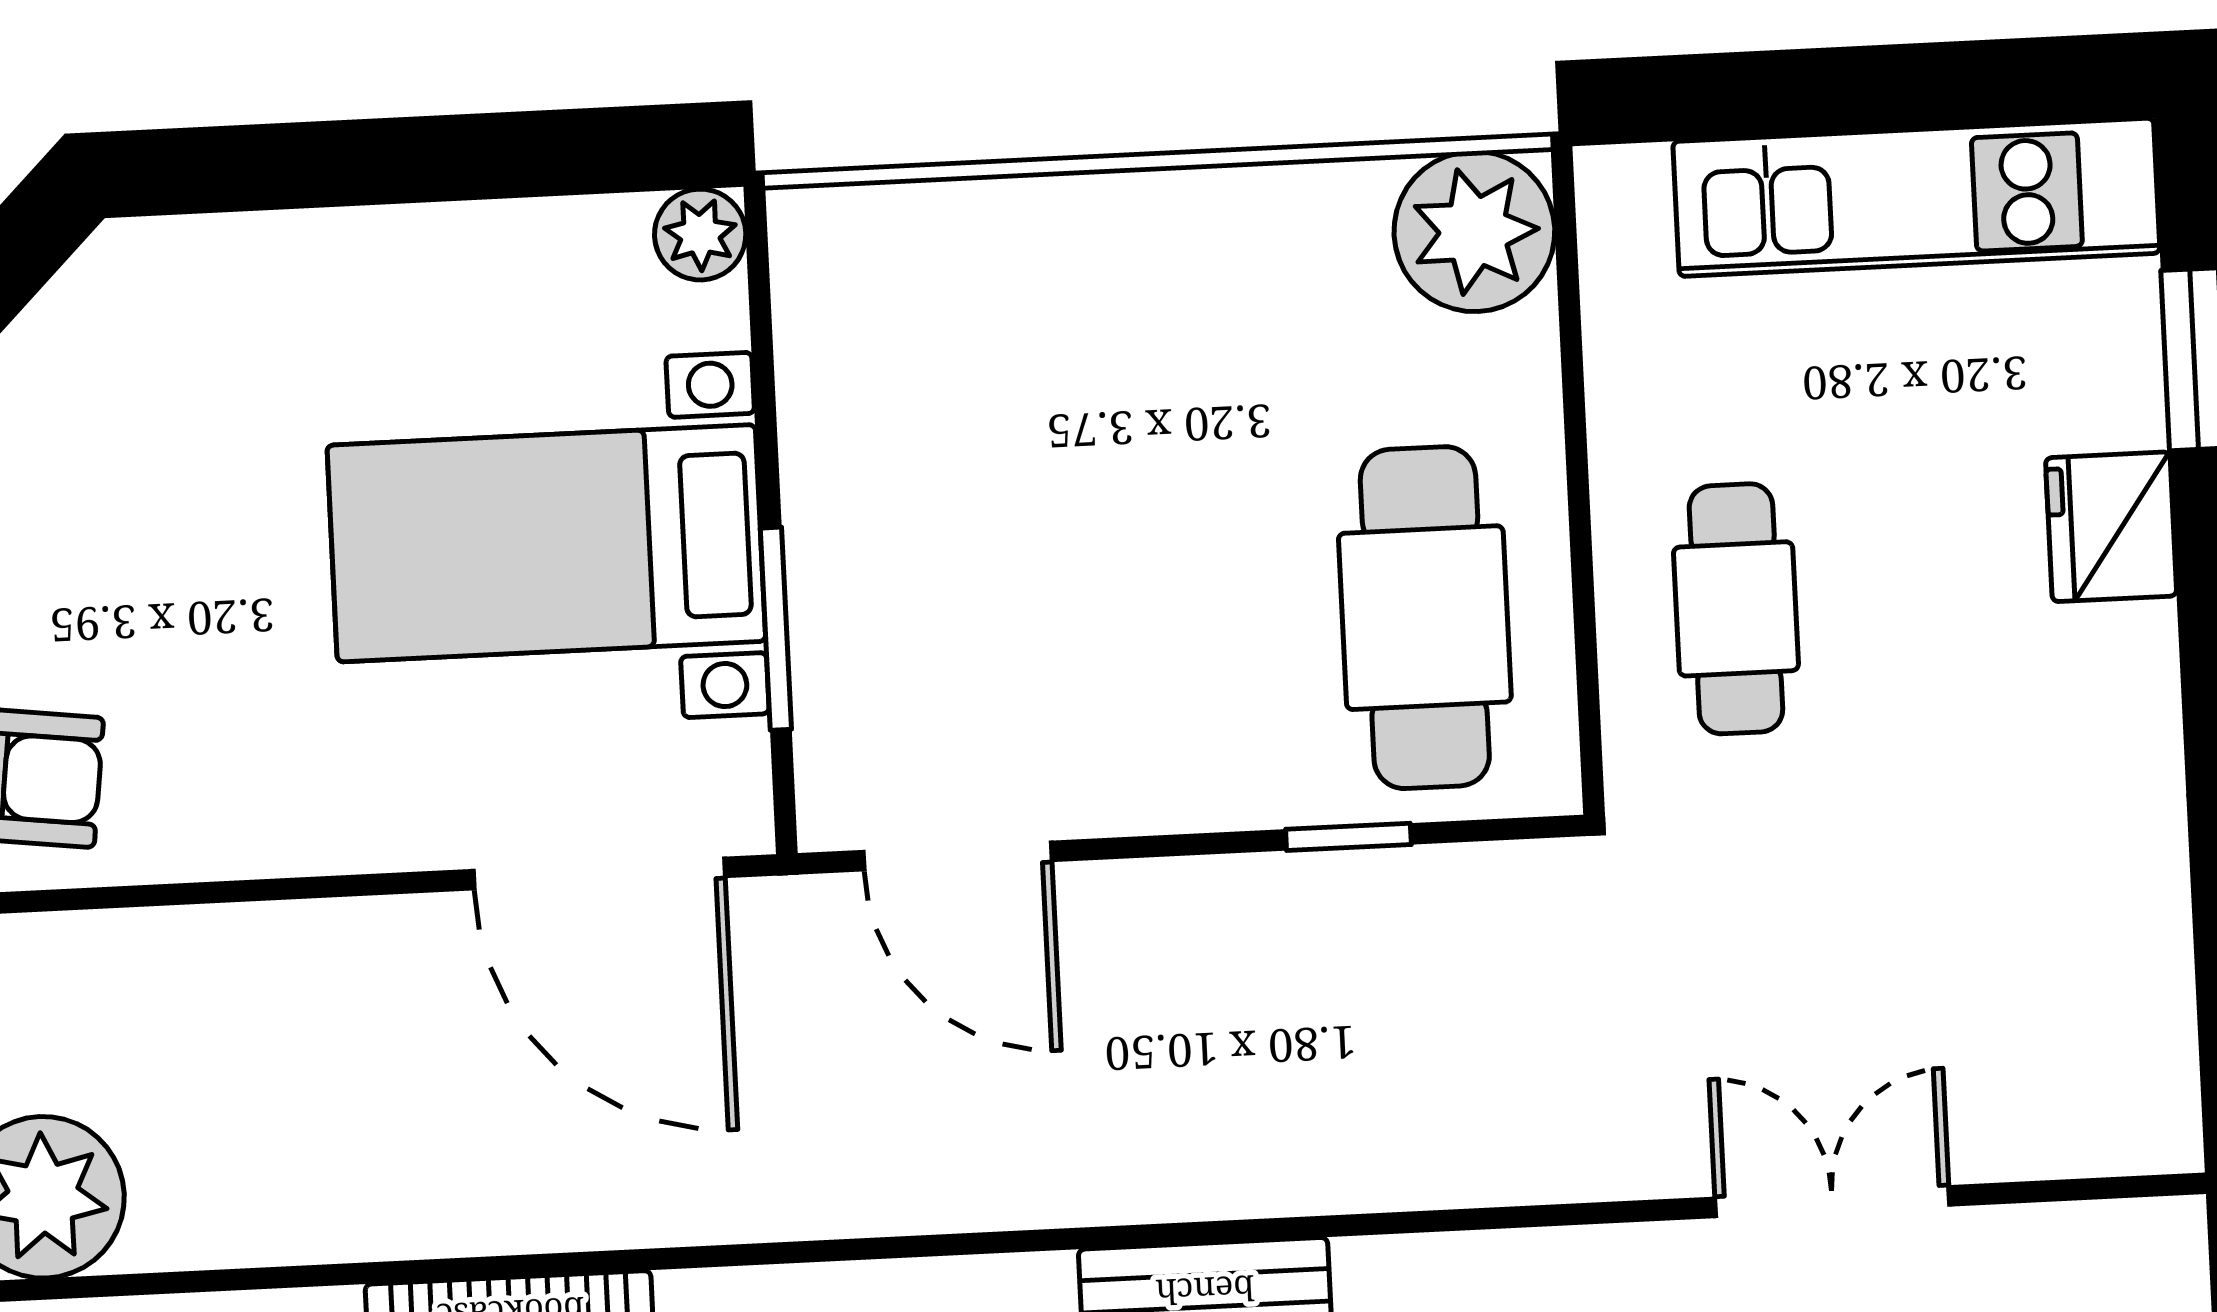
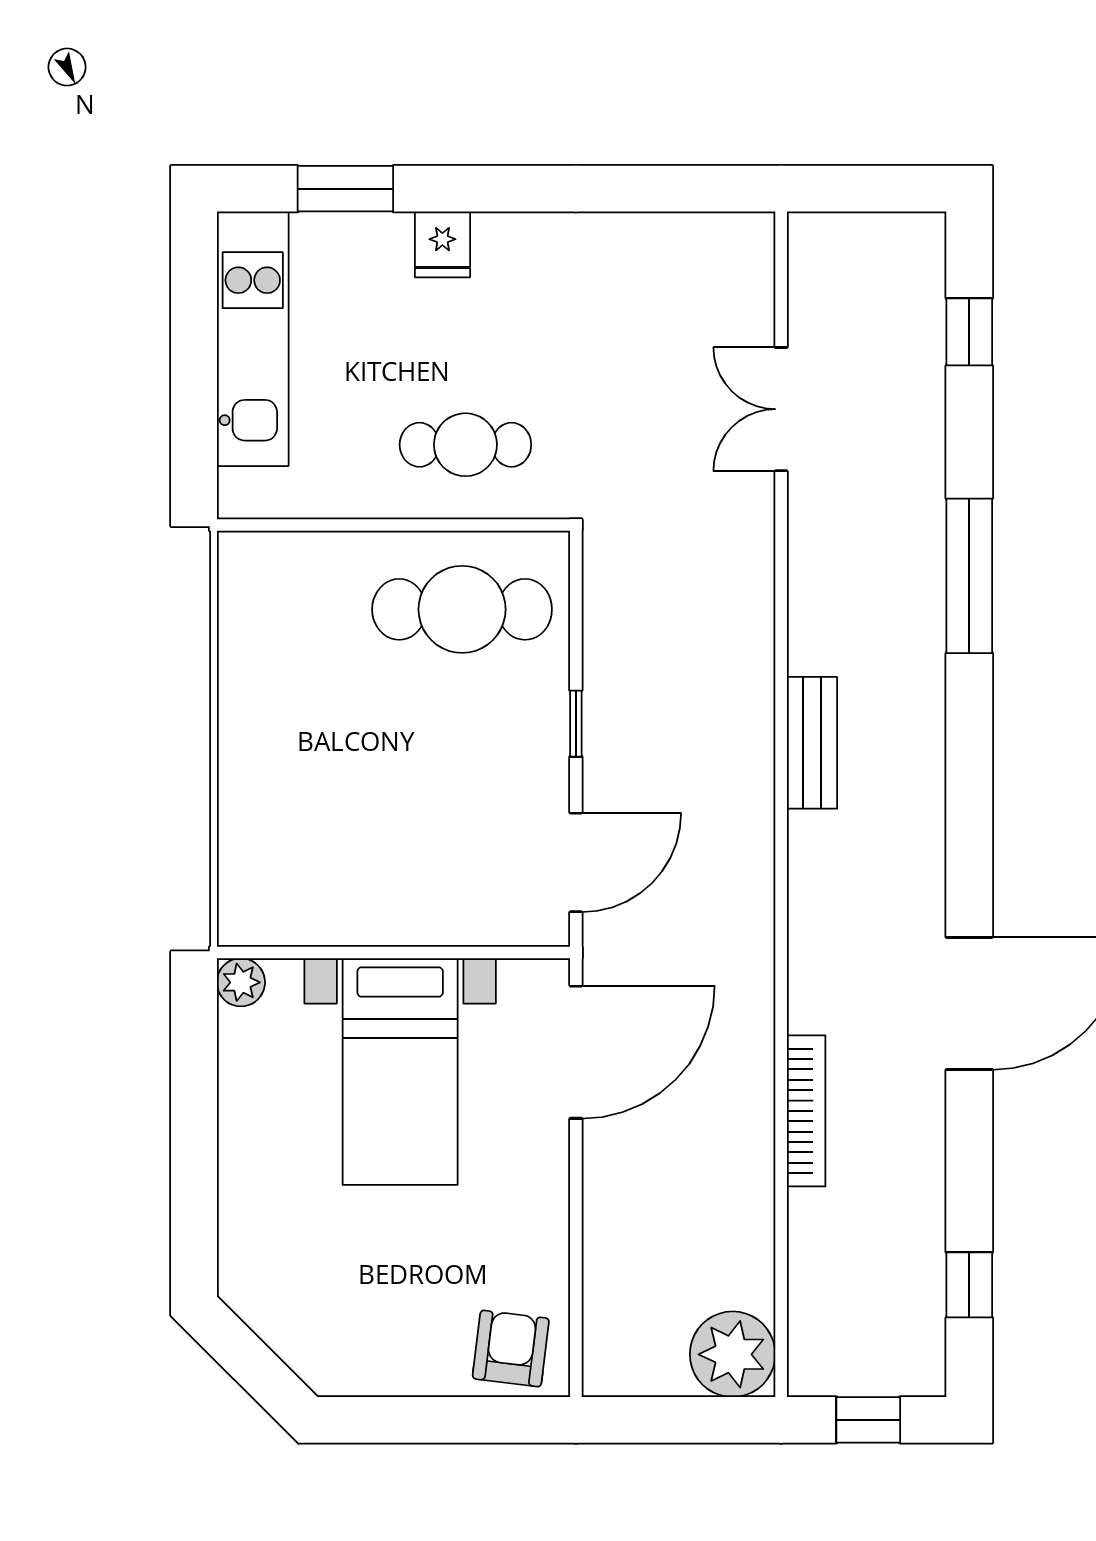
plant: (1474, 231) -> (259, 573), removed
fridge: (2111, 527) -> (442, 244), width x0.72
window: (776, 629) -> (451, 952), removed
window: (1348, 837) -> (576, 724), moved

